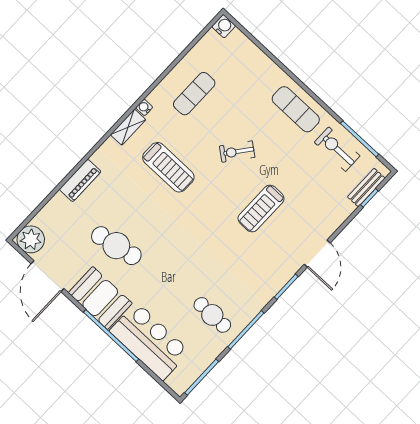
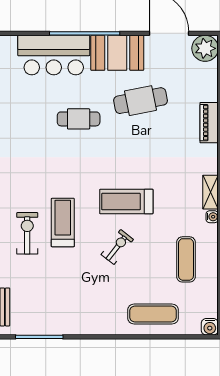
exercise mat: (296, 109) -> (153, 314), moved
exercise bike: (337, 149) -> (27, 233), moved, turned -90
treadmill: (168, 167) -> (126, 202), moved
cafe table: (212, 315) -> (79, 119), moved

